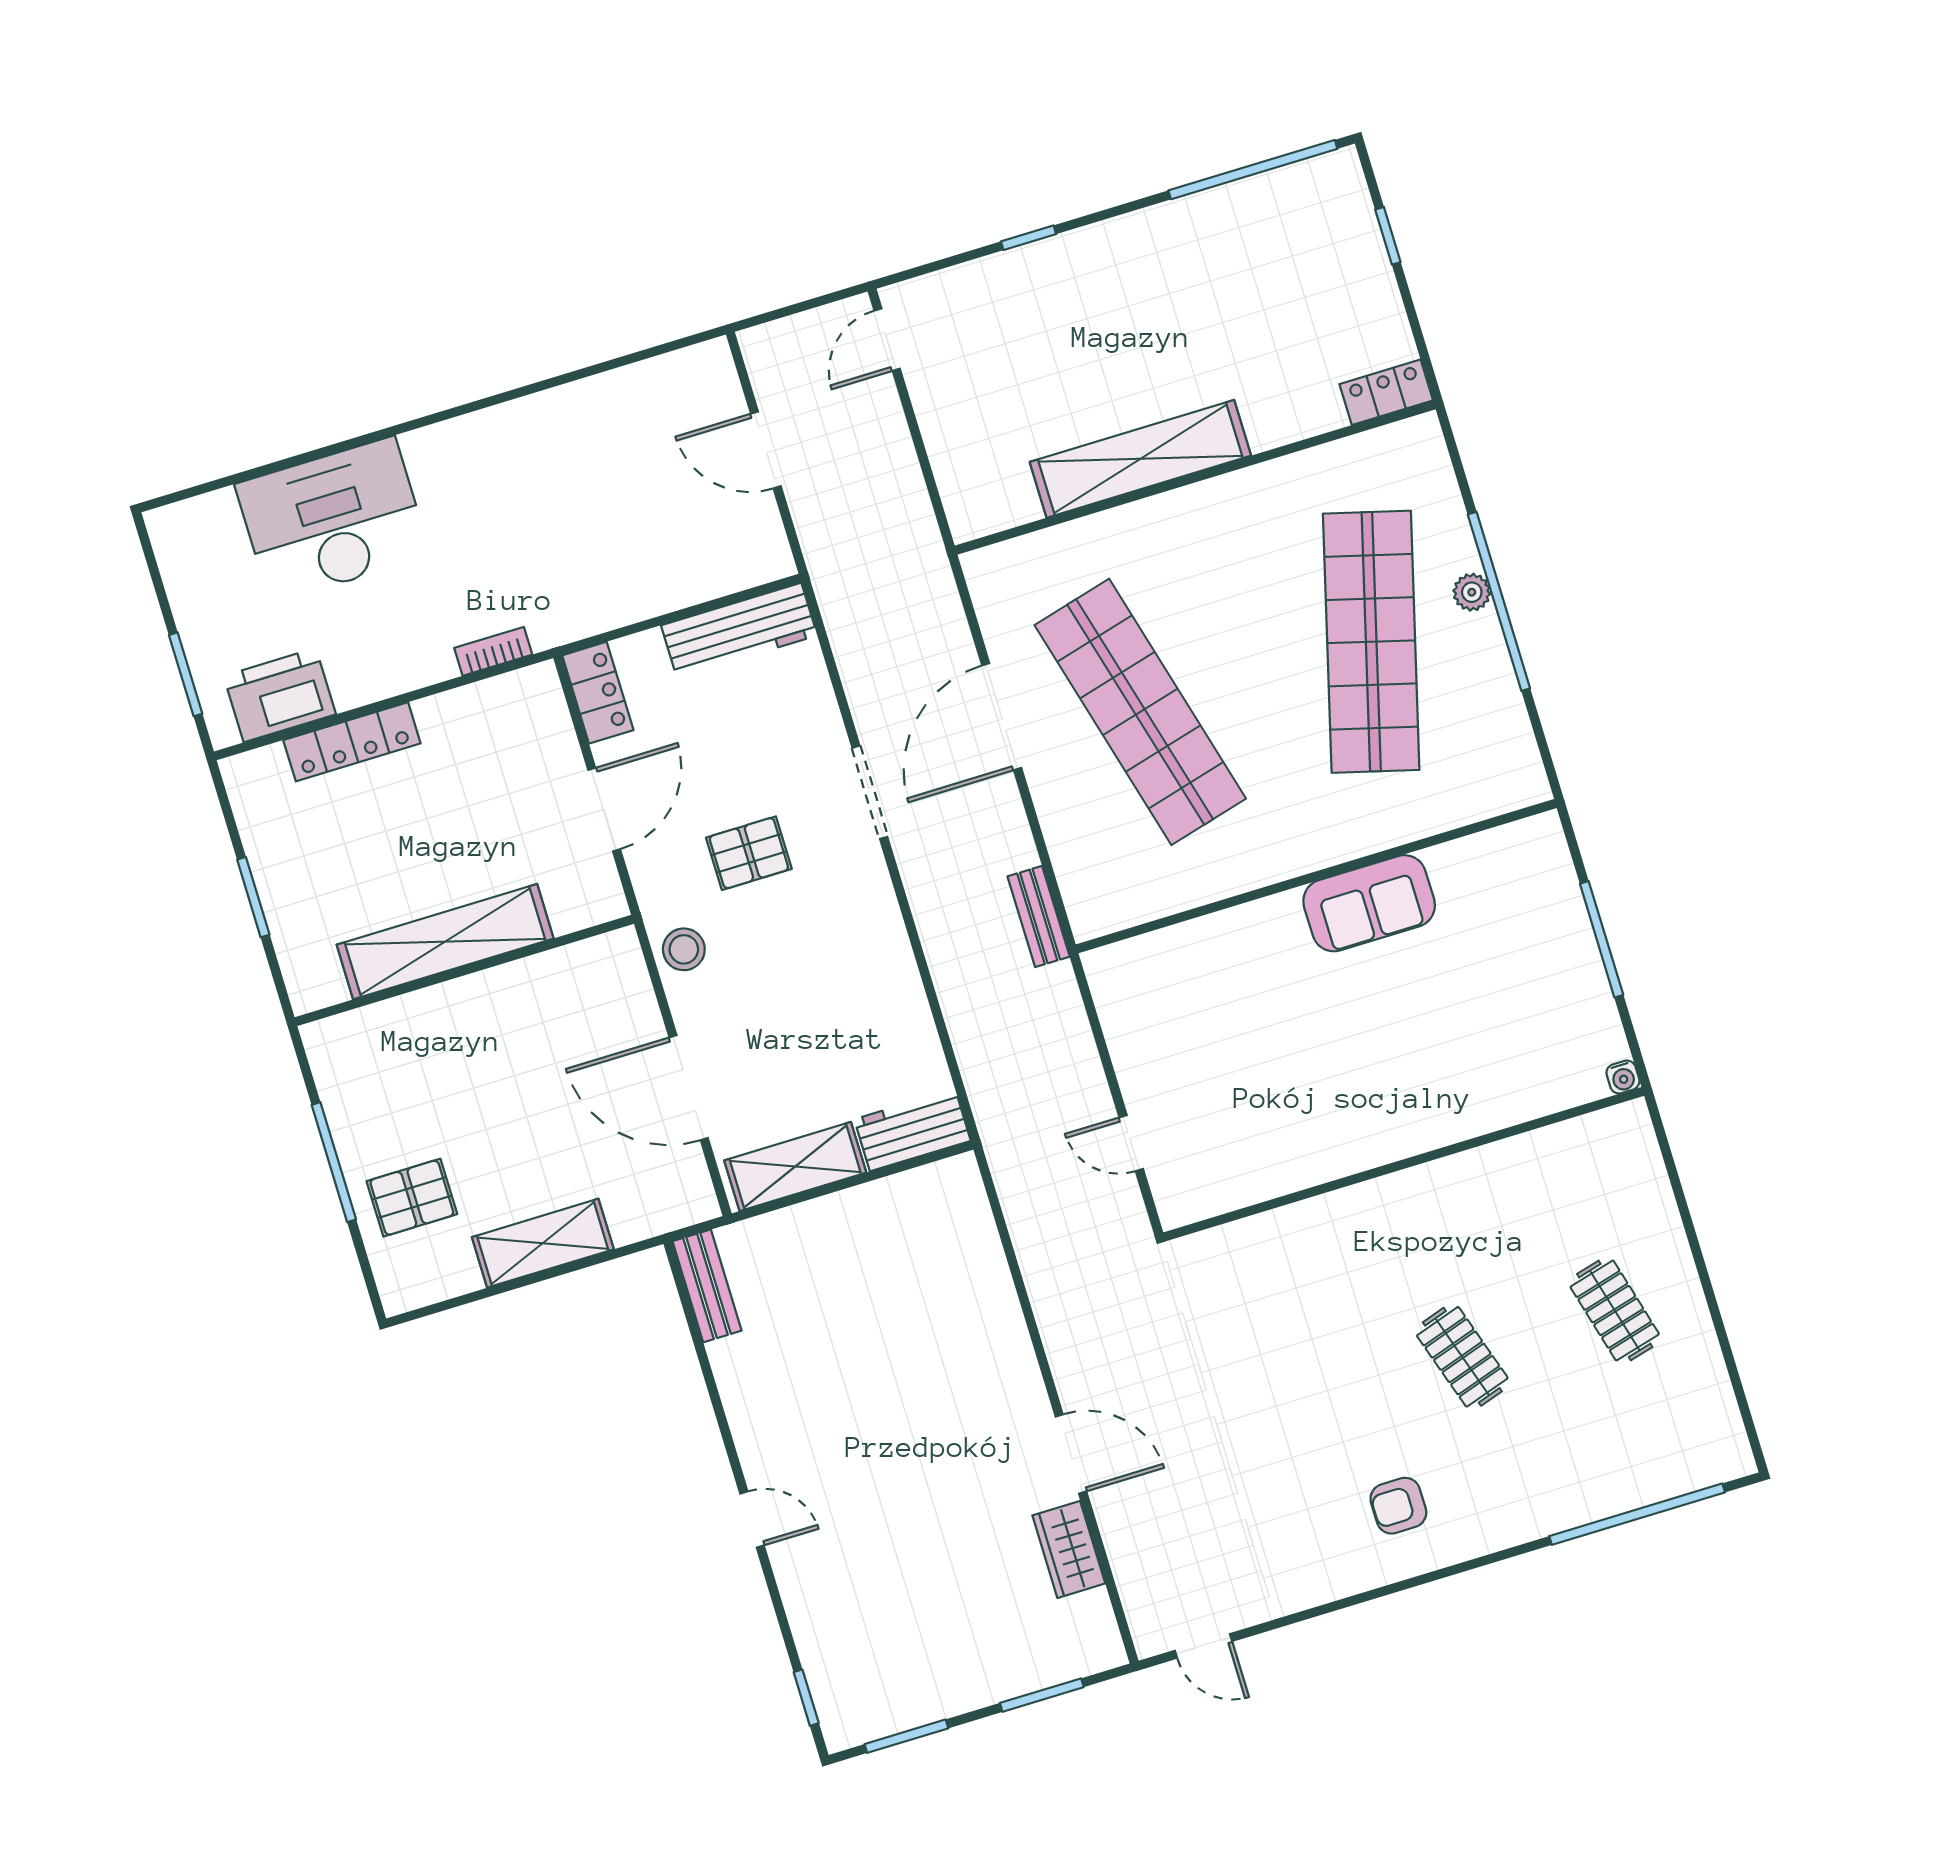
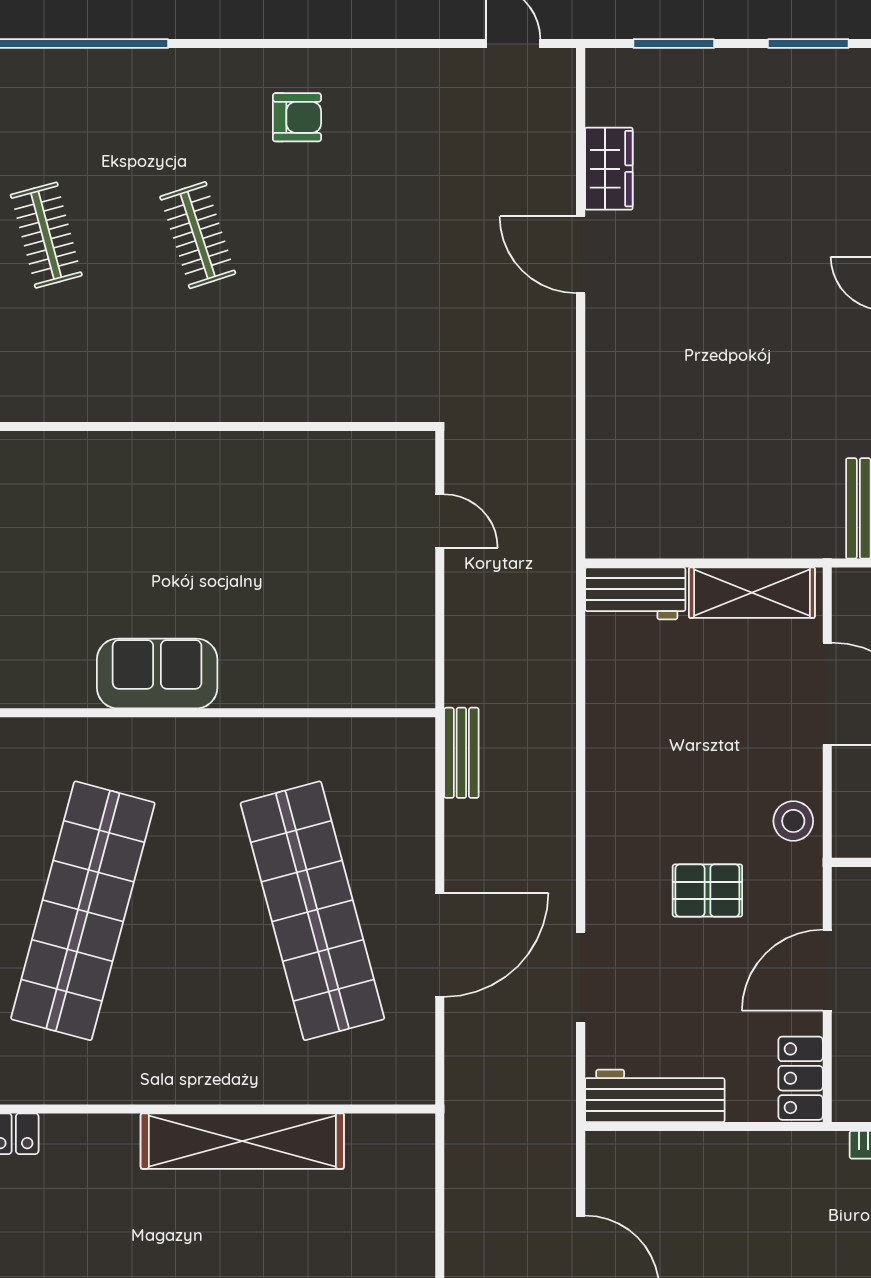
doorway: (870, 792) -> (581, 977), moved

